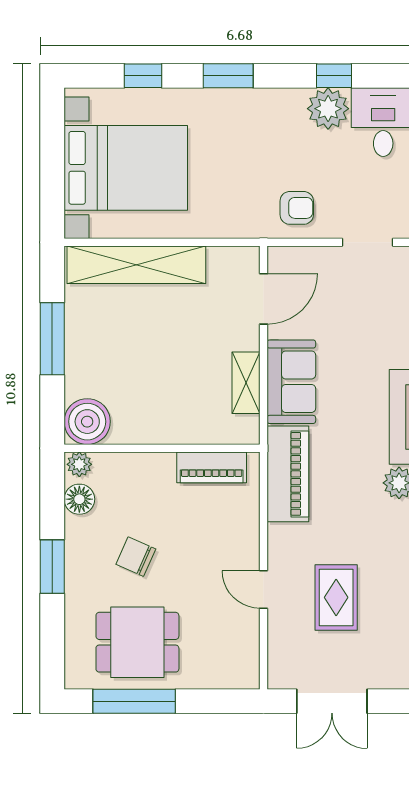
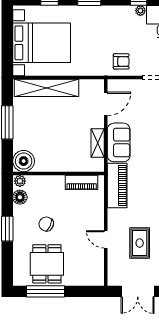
plant: (328, 109) -> (140, 11), width x0.53, depth x0.53
dining table: (137, 642) -> (47, 264), turned 90

